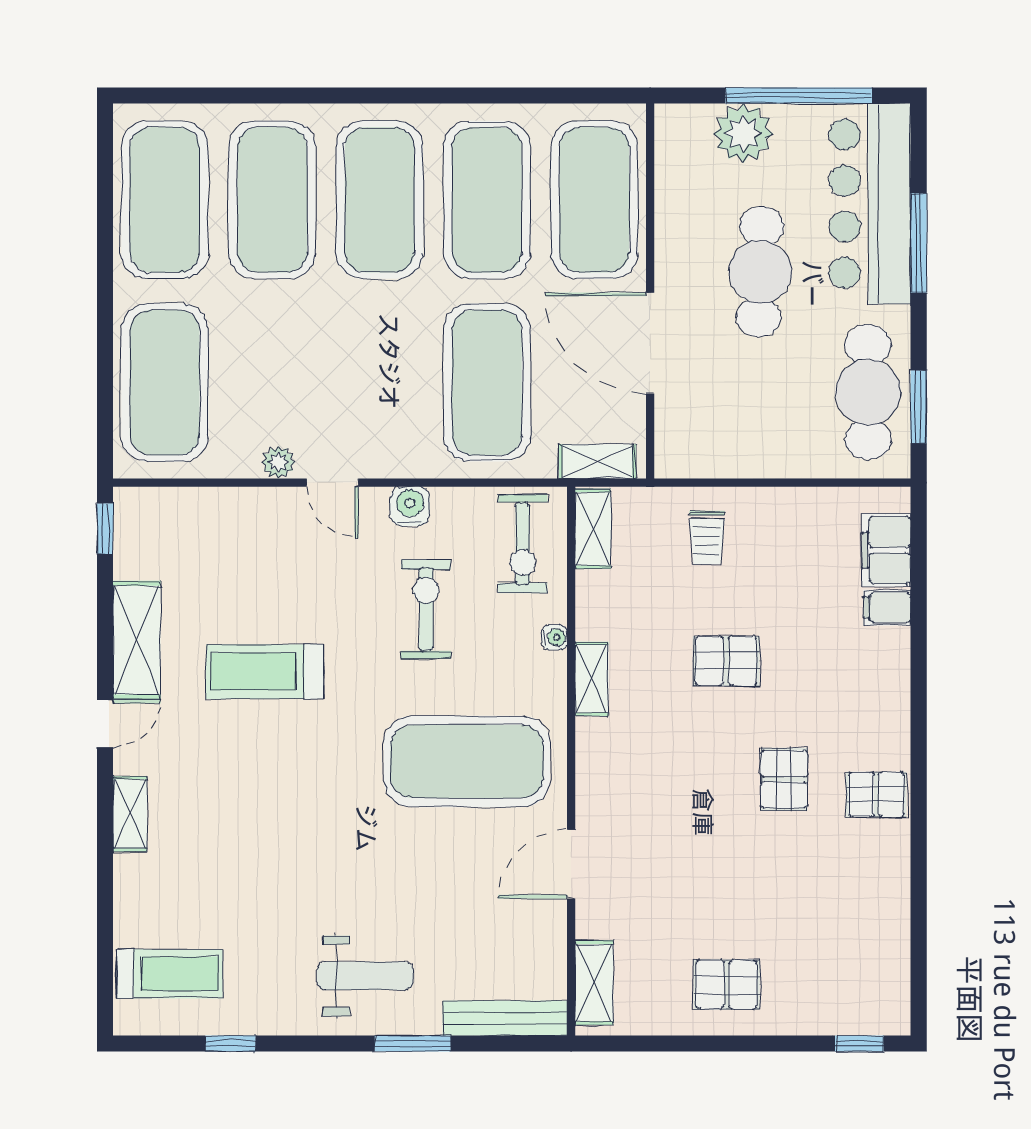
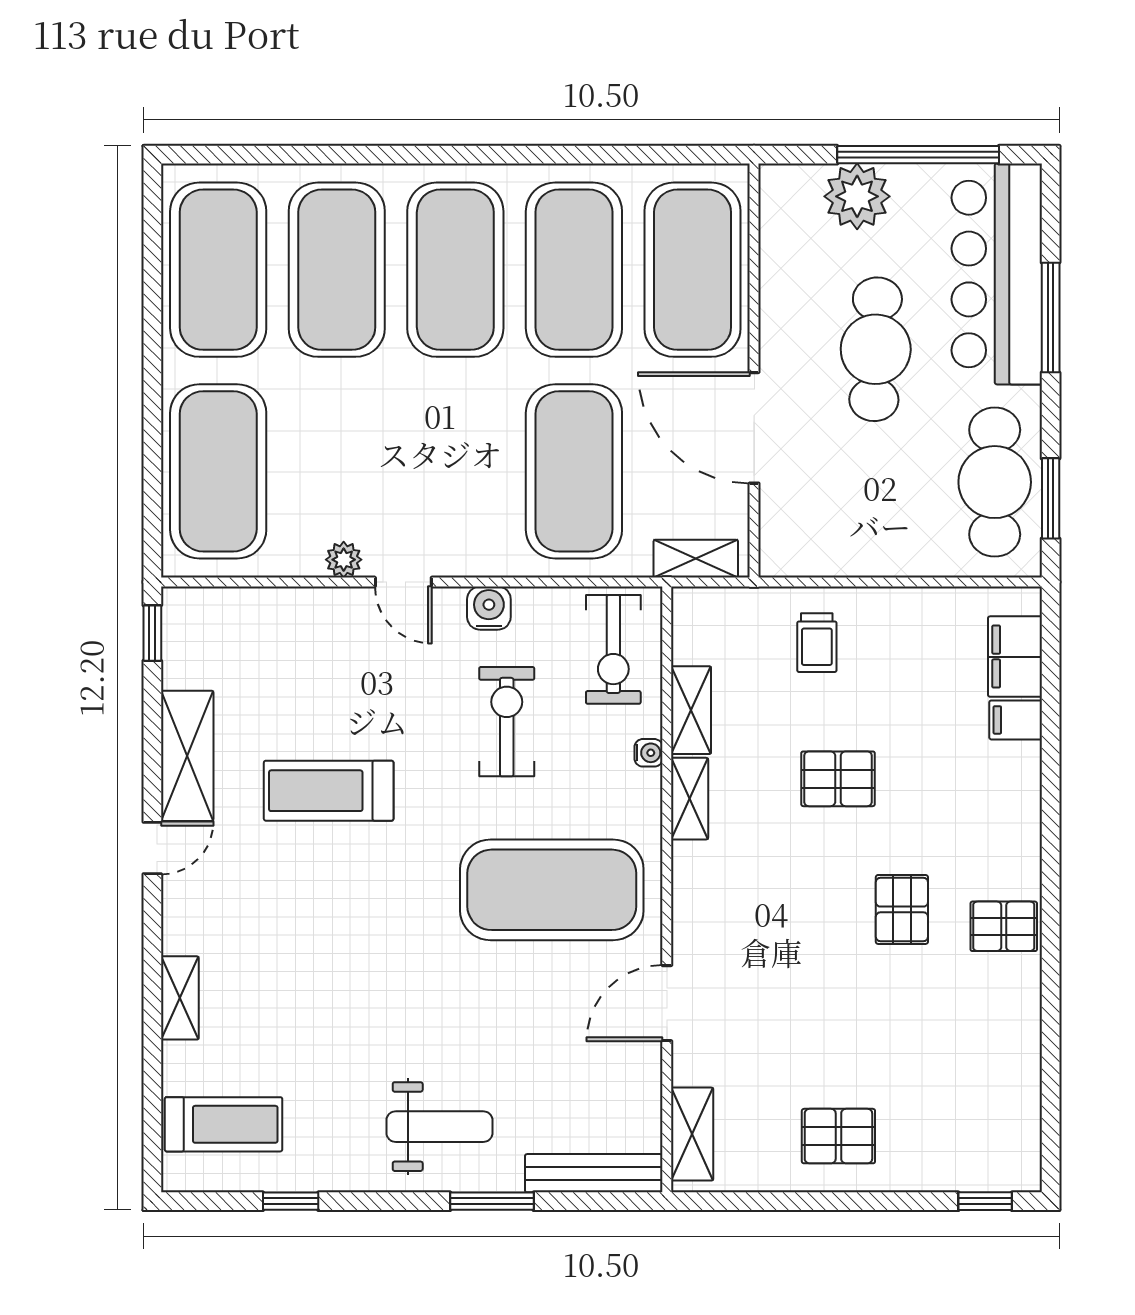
shelving: (593, 529) -> (691, 710), moved
shelving: (130, 814) -> (180, 998), moved

